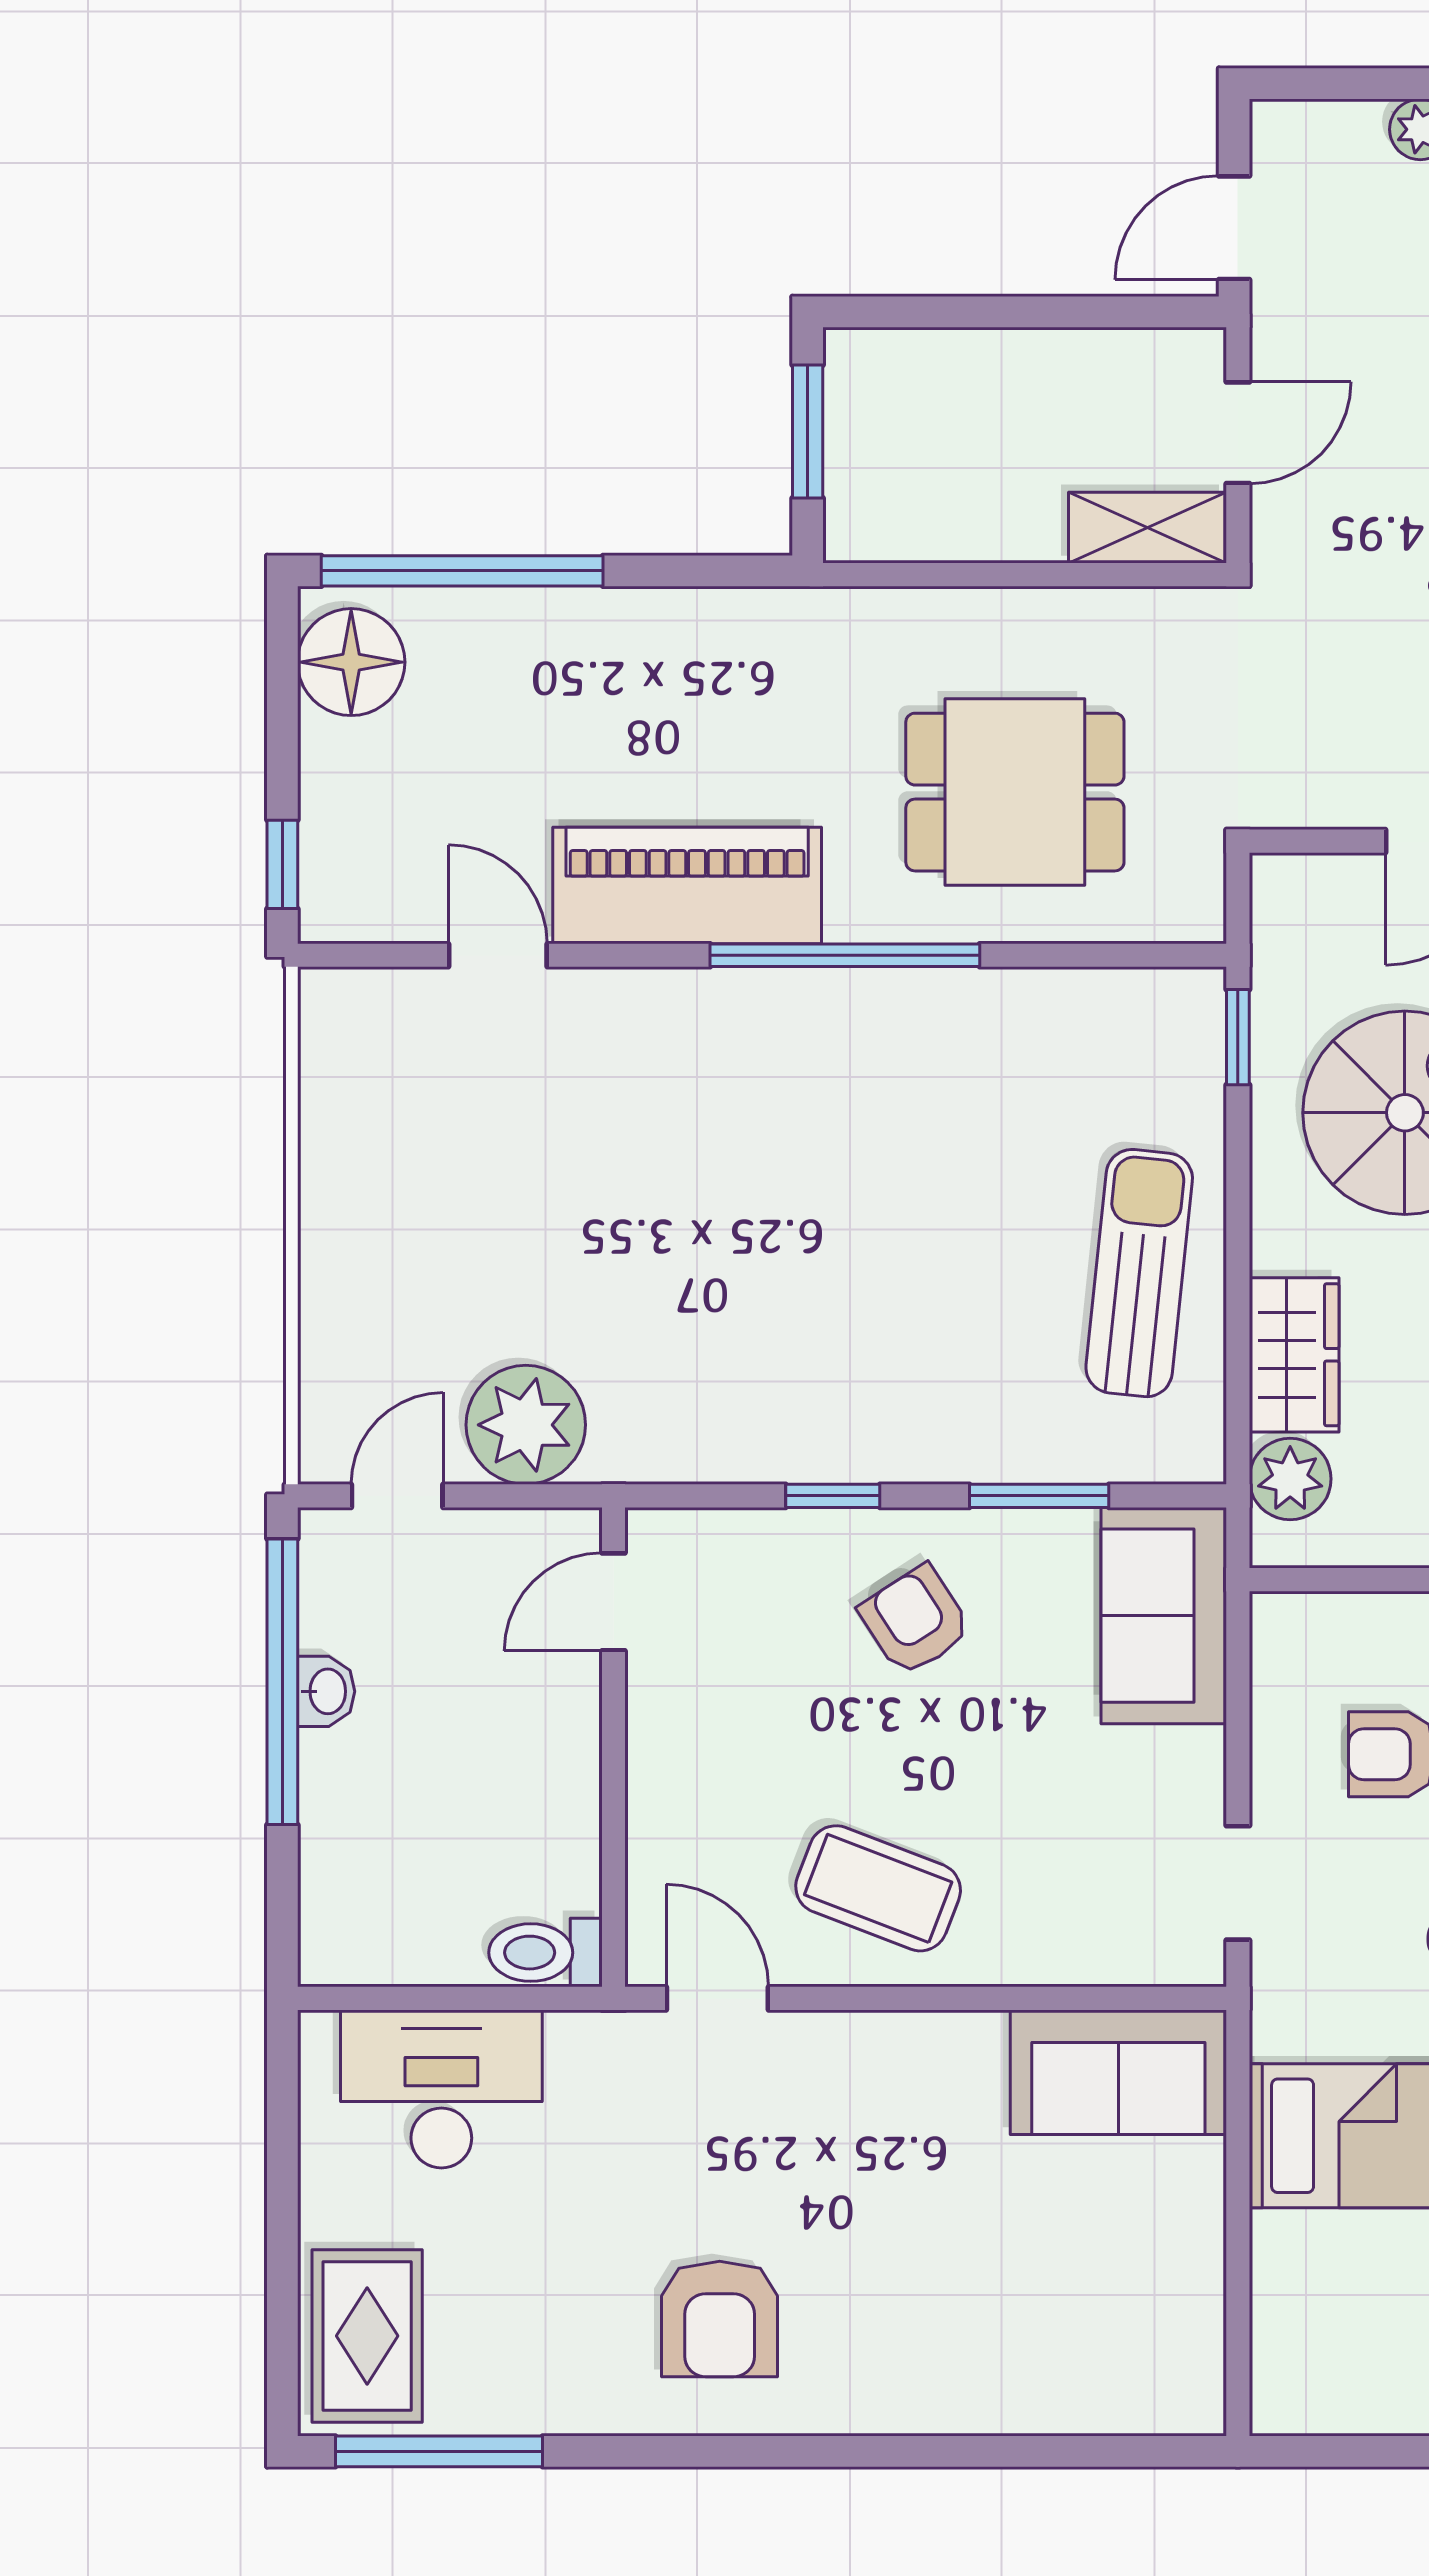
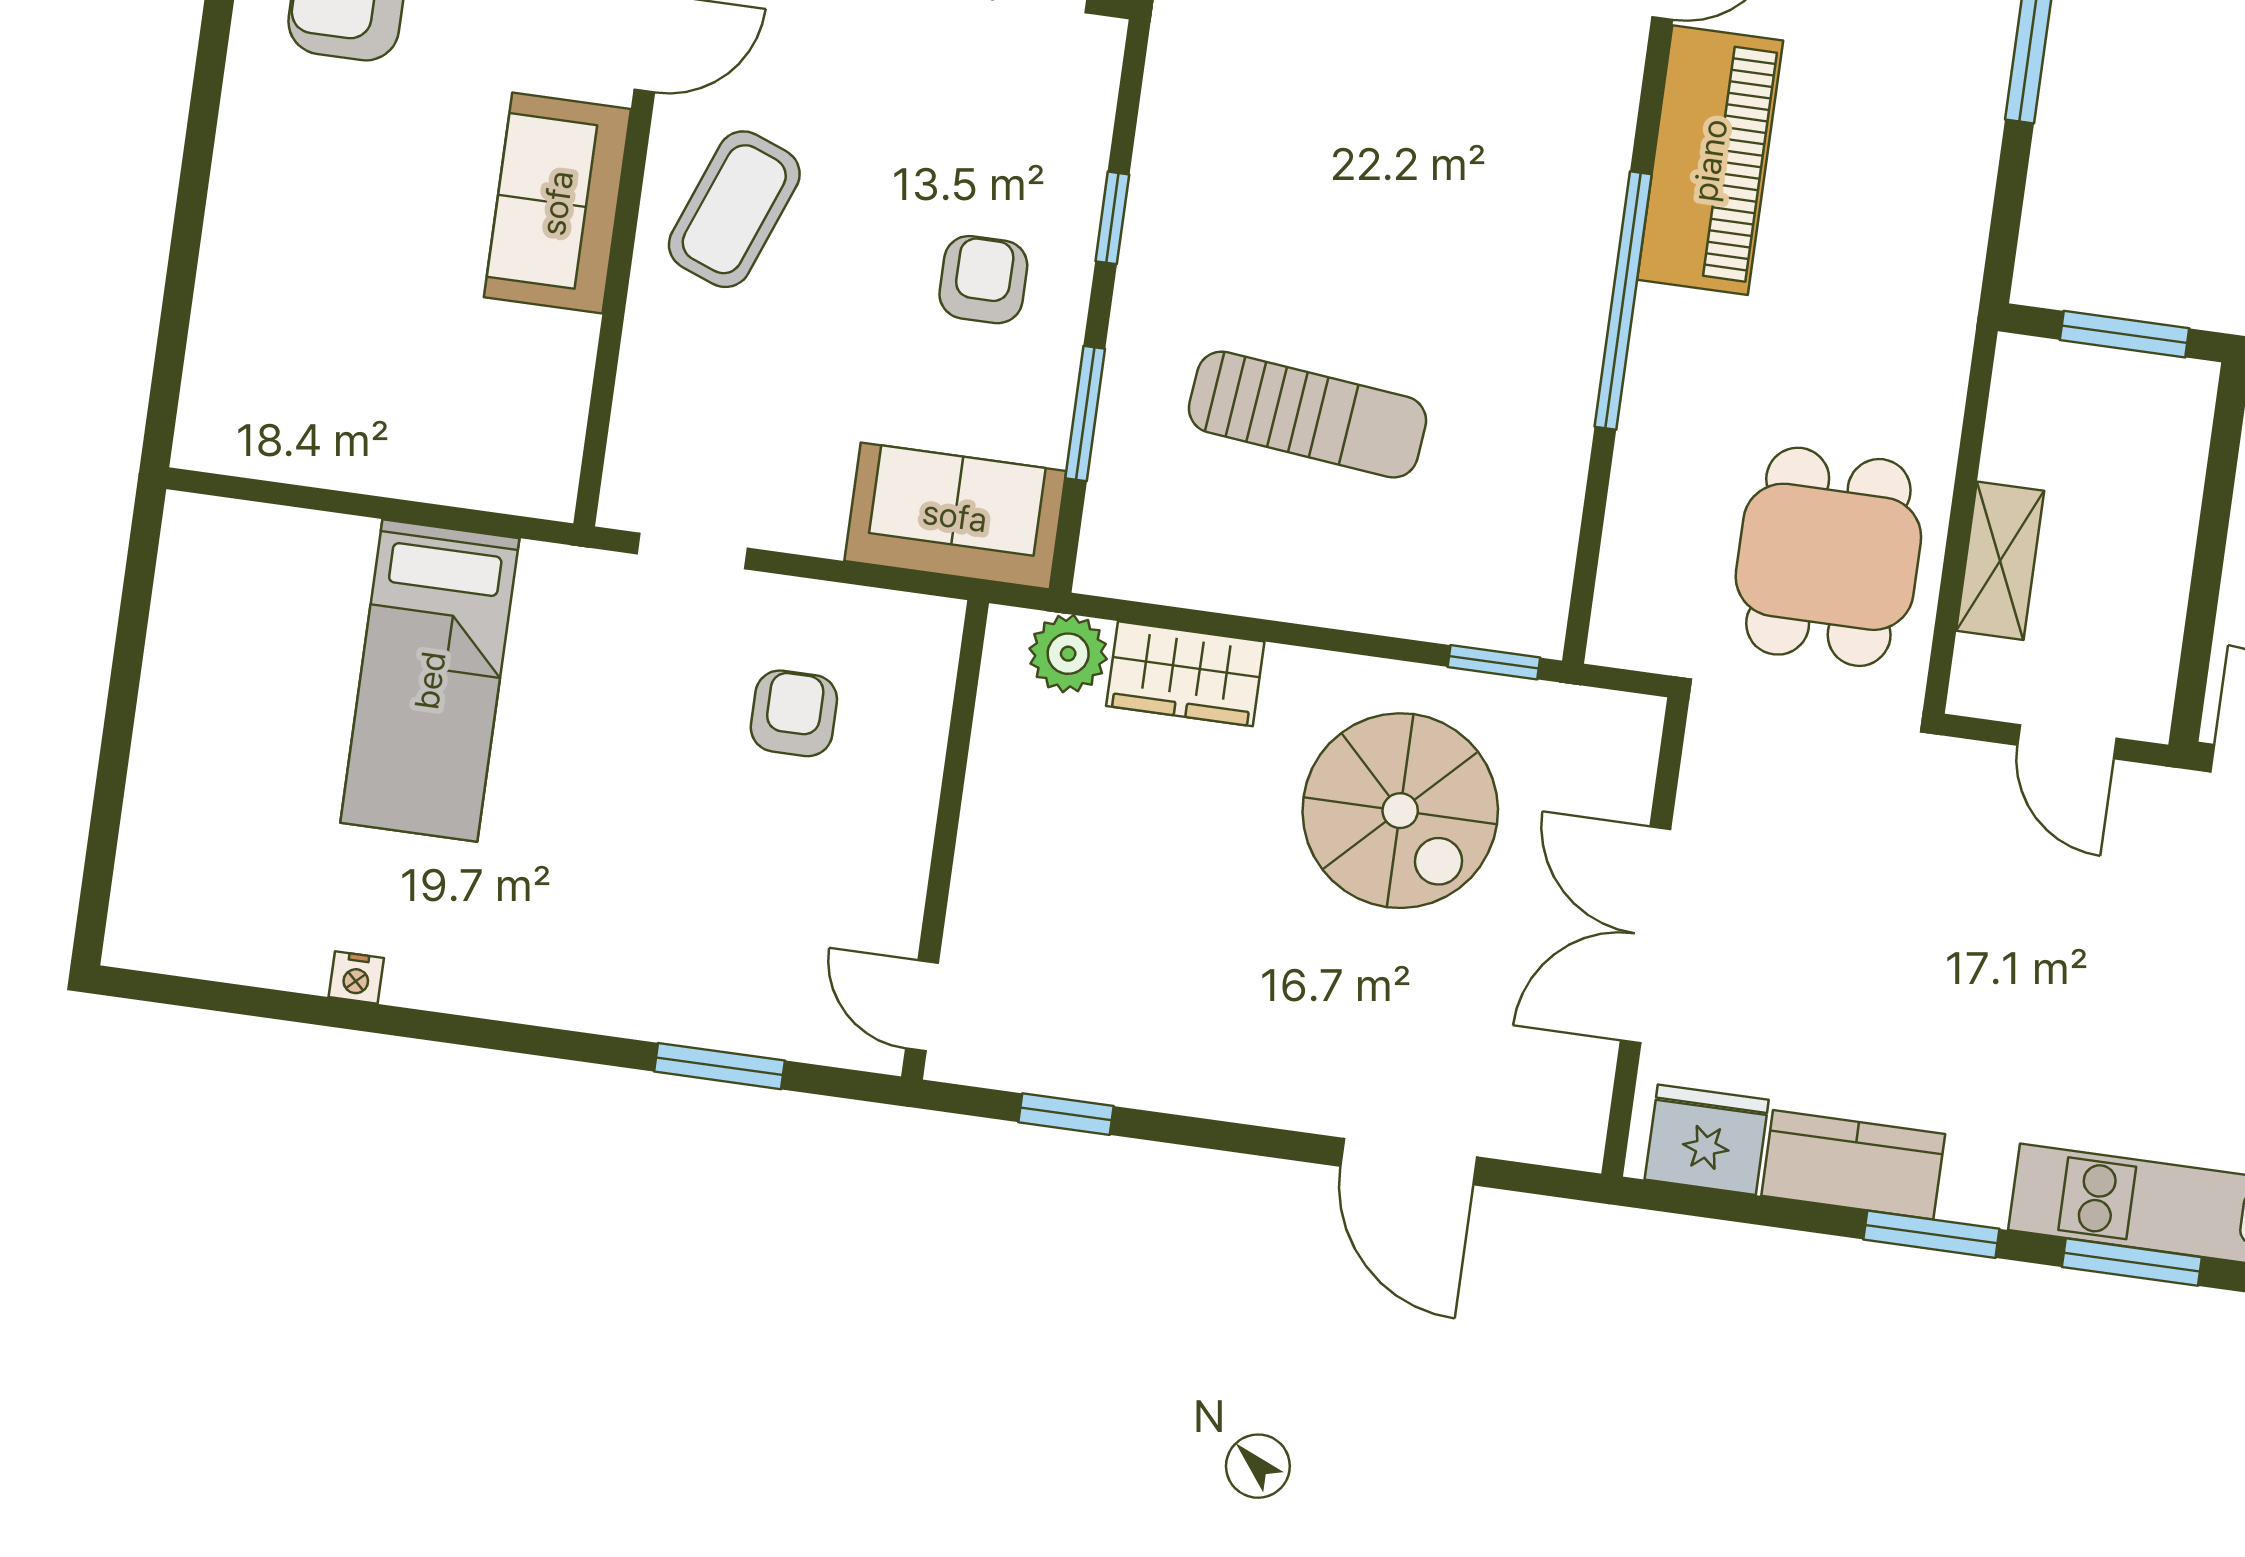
shelving: (1148, 528) -> (2000, 561), moved
dining table: (1015, 792) -> (1828, 557), moved
sun lounger: (1139, 1273) -> (1307, 415), moved
armchair: (915, 1620) -> (983, 280), turned -57
sofa: (1118, 2072) -> (557, 203), moved

